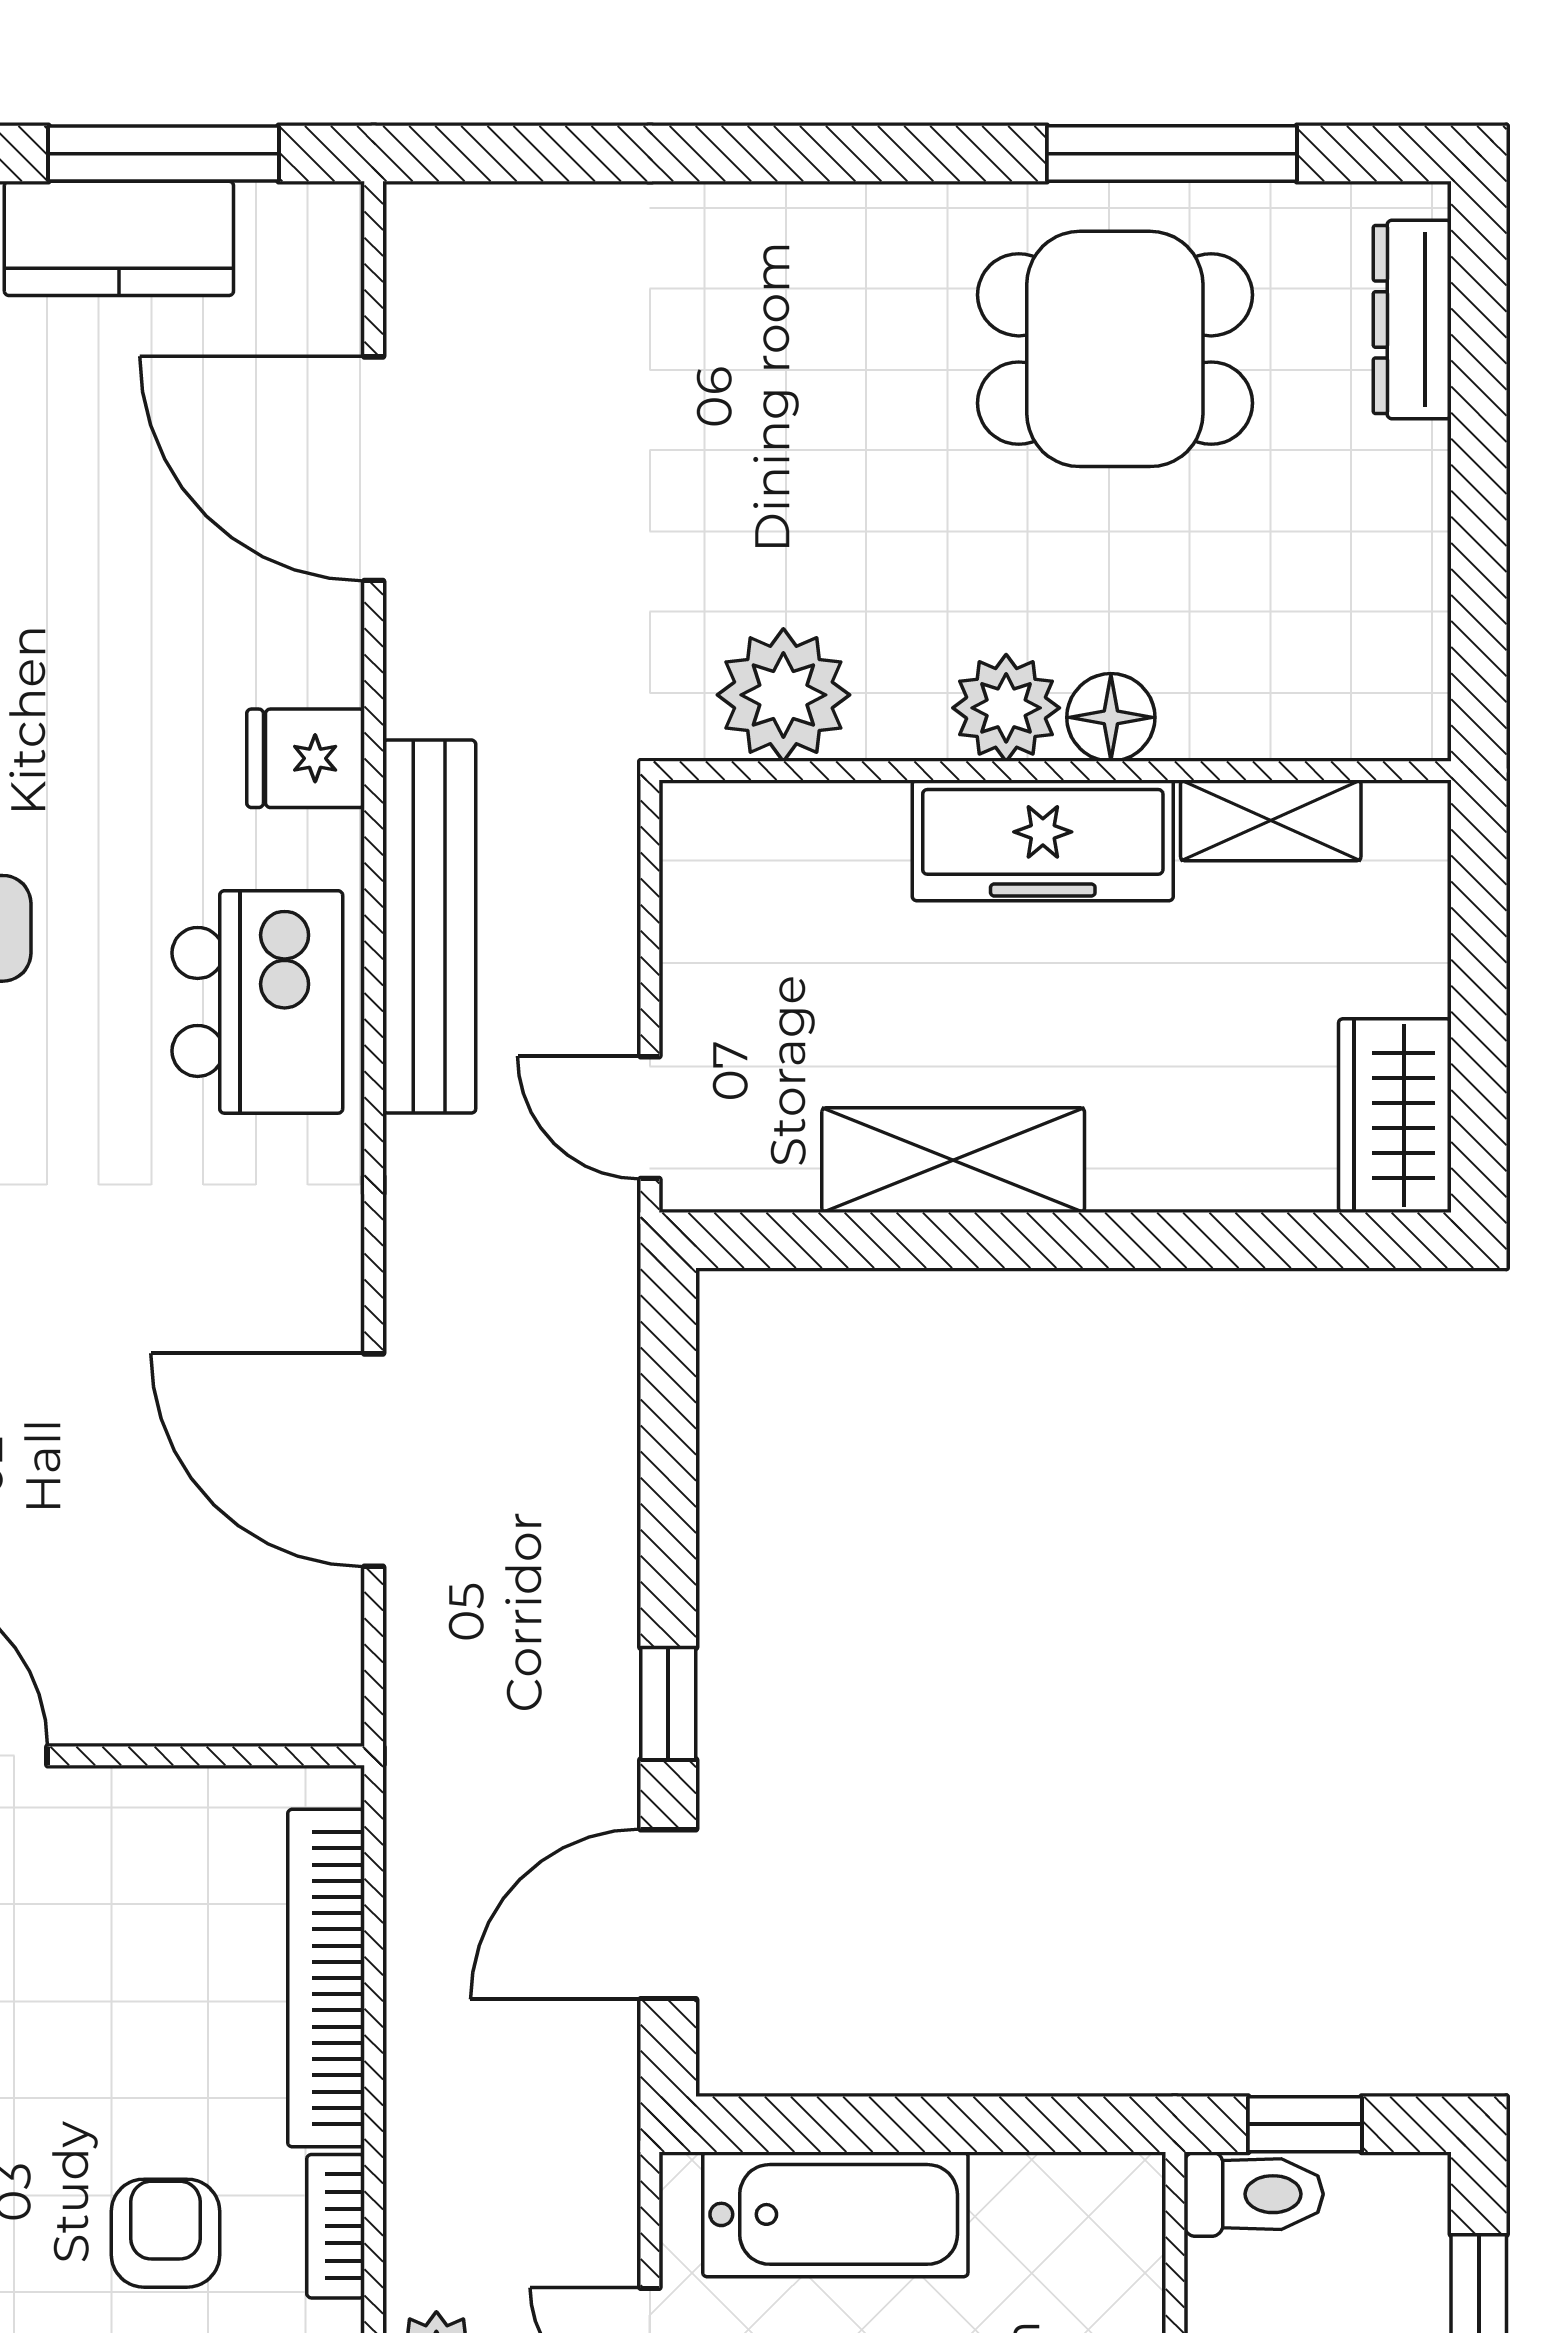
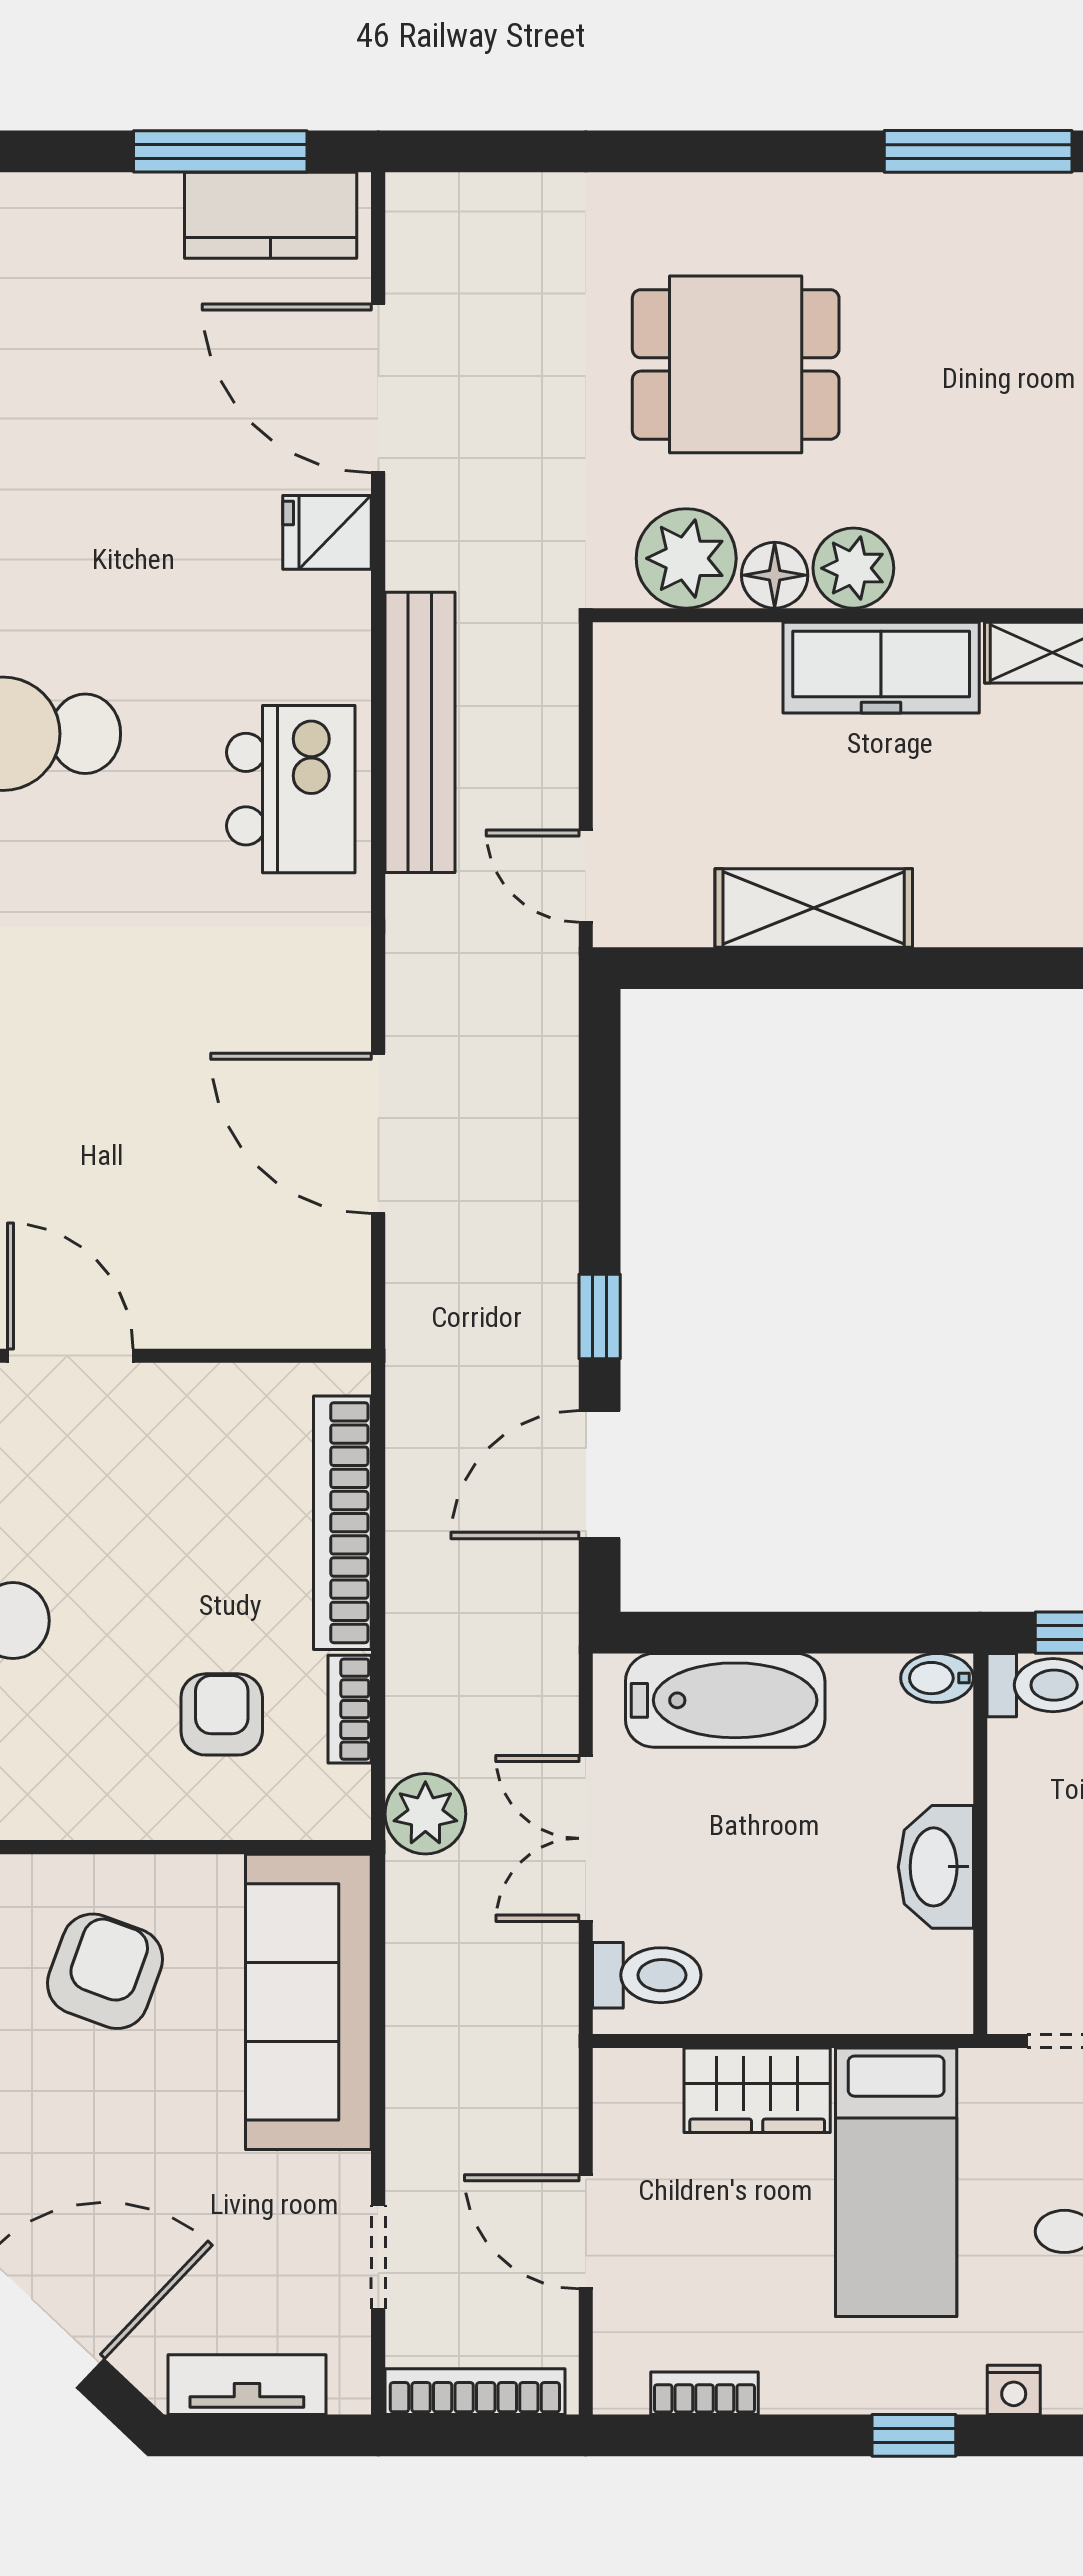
kitchen counter: (119, 238) -> (271, 215), moved
dining table: (1115, 349) -> (736, 364), moved
floor lamp: (1111, 717) -> (775, 575), moved
fridge: (306, 758) -> (327, 532), moved
bidet: (1117, 2185) -> (937, 1678), added

